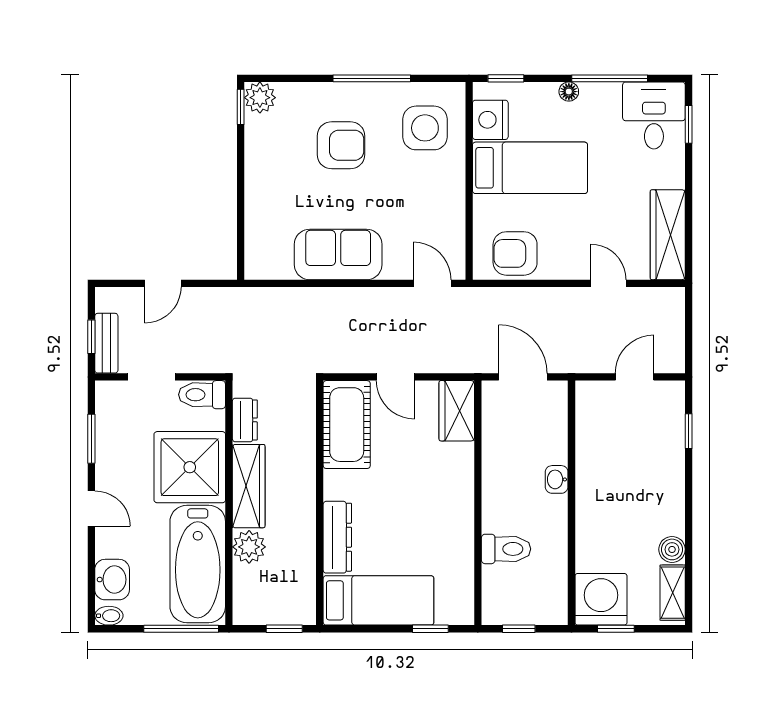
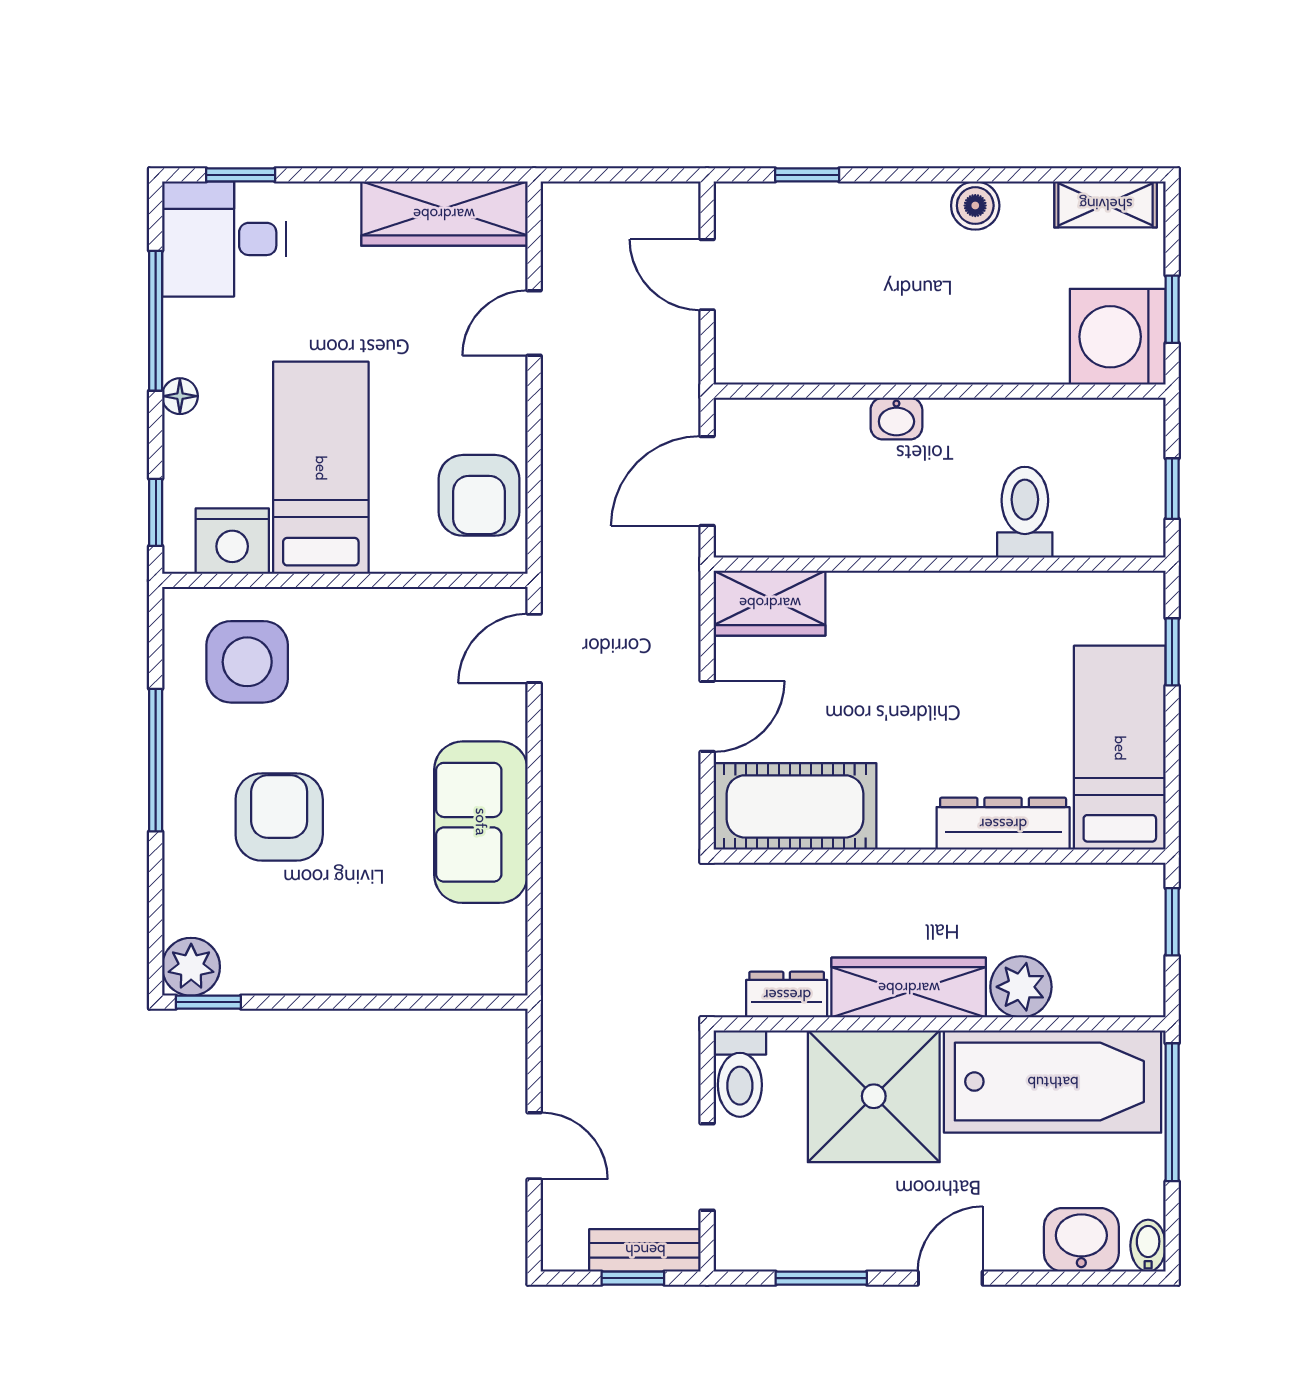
boiler: (672, 549) -> (975, 206), moved

